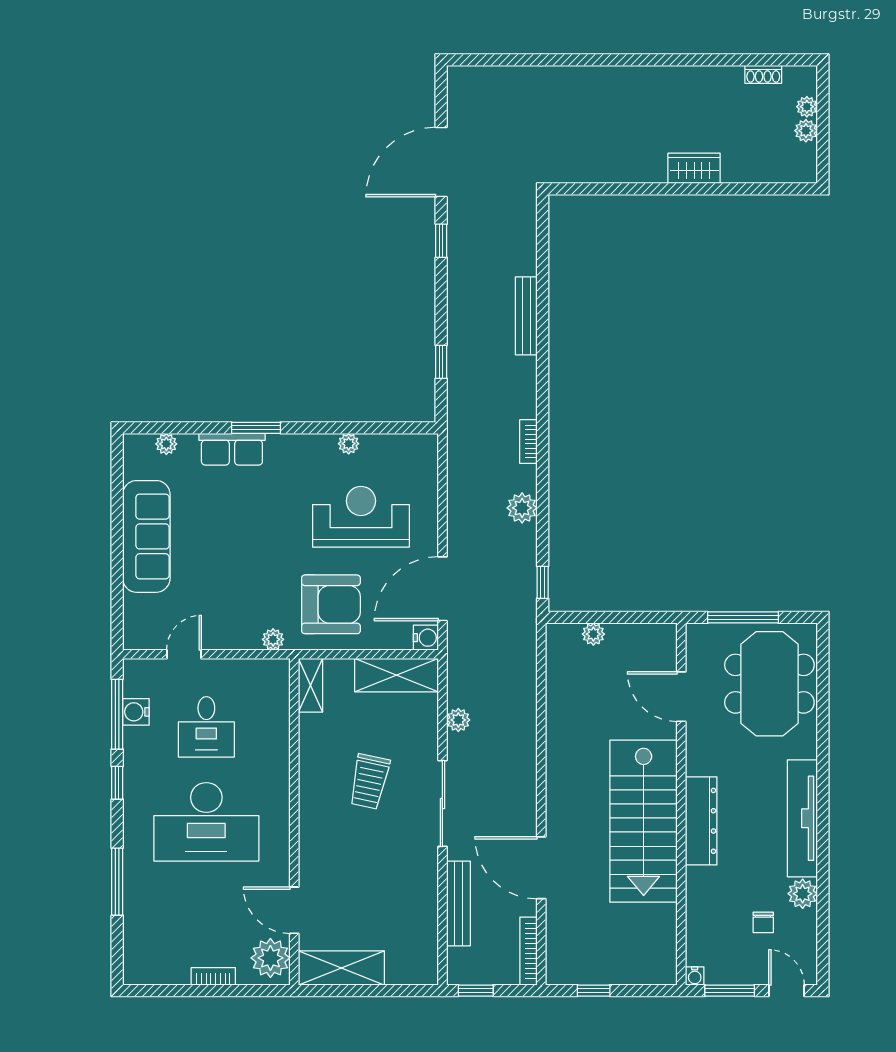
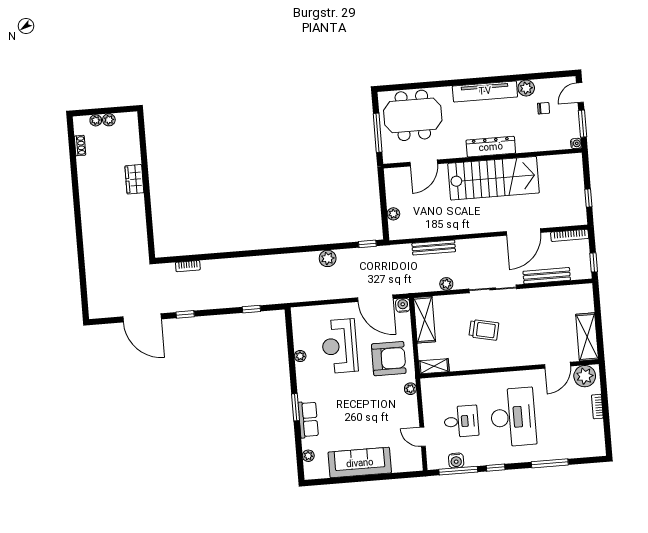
bench: (526, 316) -> (434, 247), moved
bookcase: (528, 442) -> (188, 266), moved
armchair: (331, 604) -> (389, 359), turned 90

